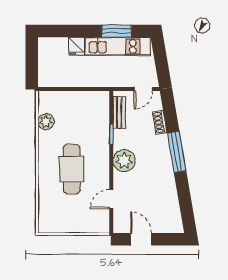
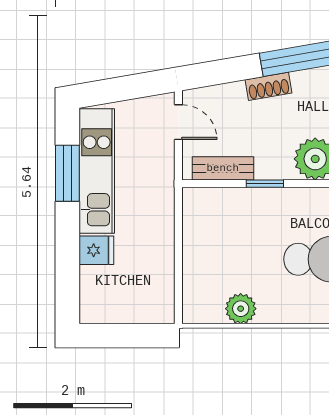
shoe rack: (160, 122) -> (268, 86), moved

